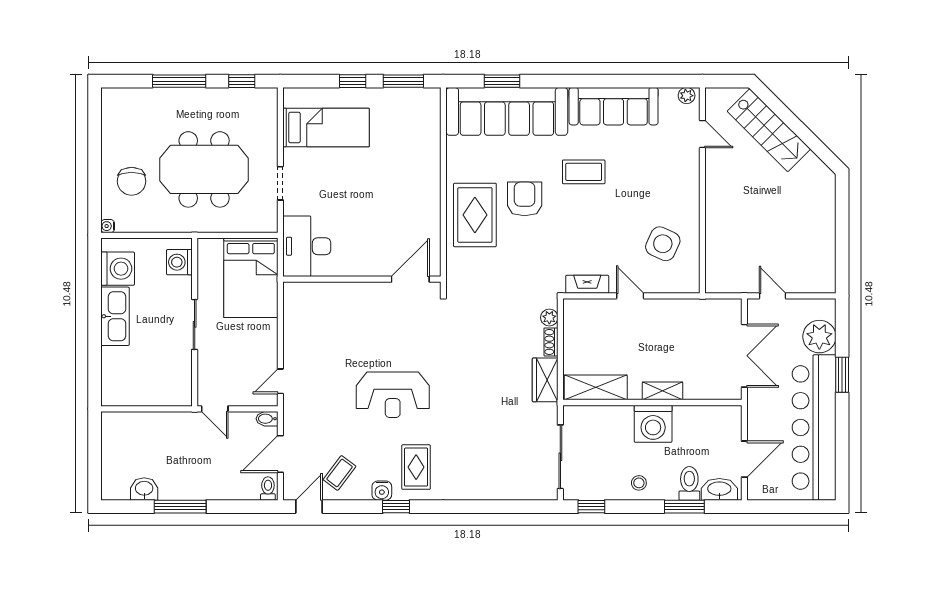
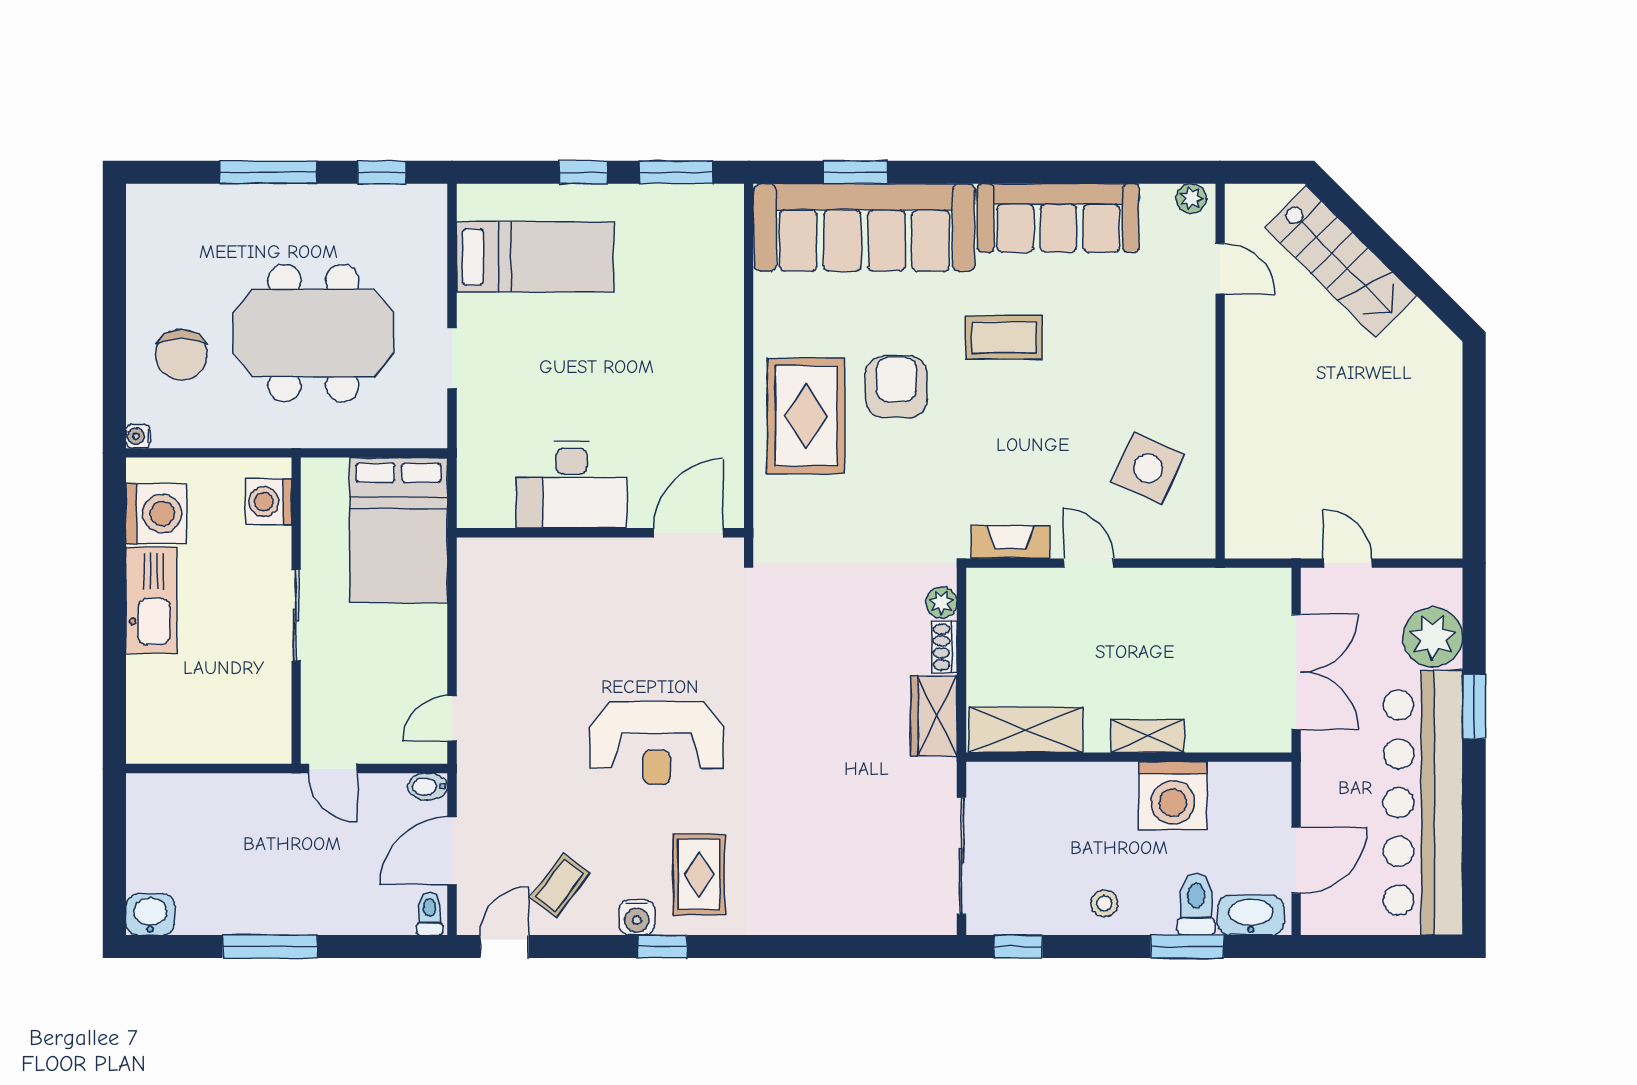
desk: (307, 246) -> (572, 485), moved, turned -90
washing machine: (653, 424) -> (1173, 796), moved
washbasin: (144, 489) -> (150, 914), moved

